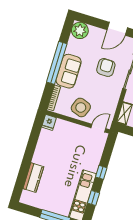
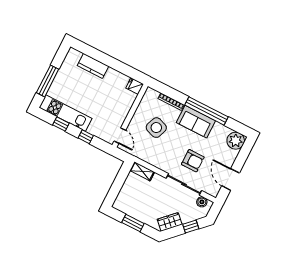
fridge: (49, 122) -> (135, 86), moved
wall: (78, 122) -> (130, 116), moved
door: (98, 128) -> (120, 136), moved

